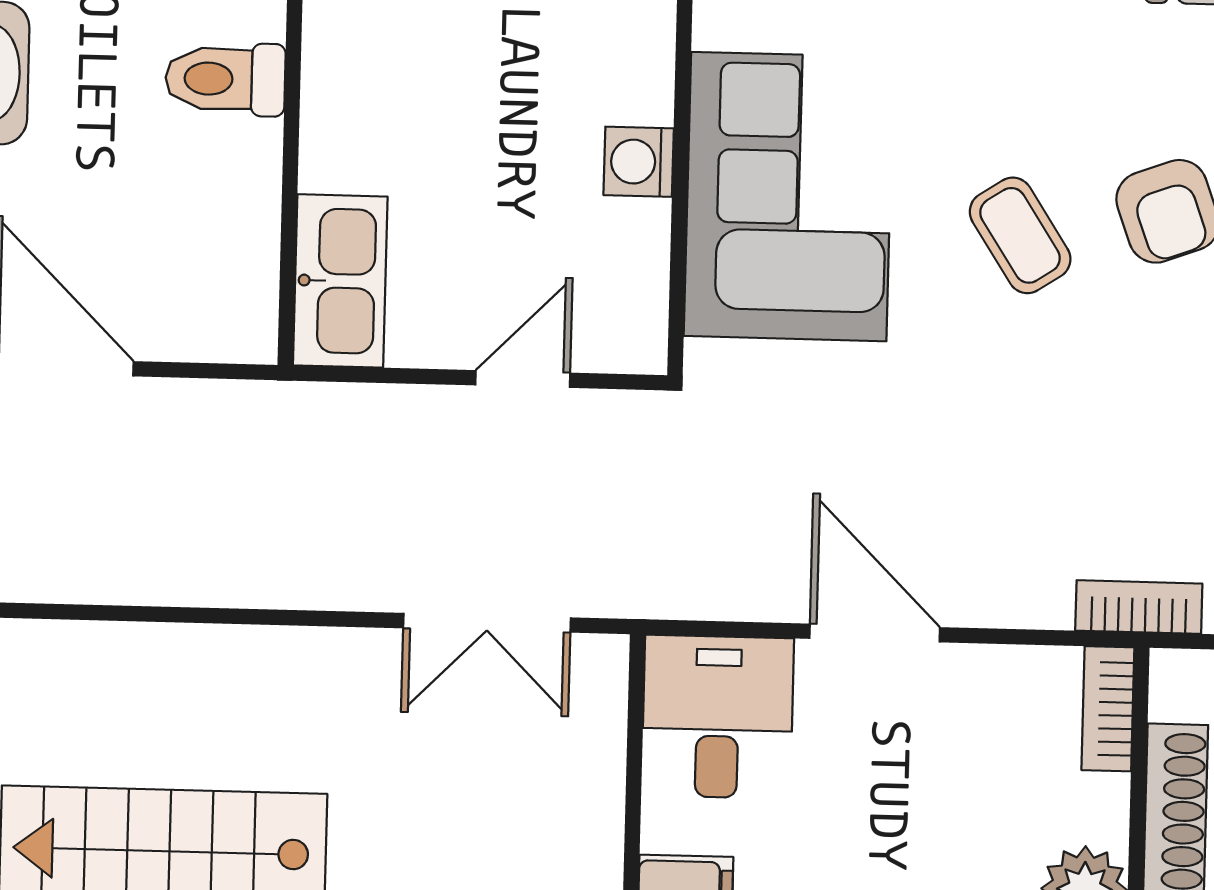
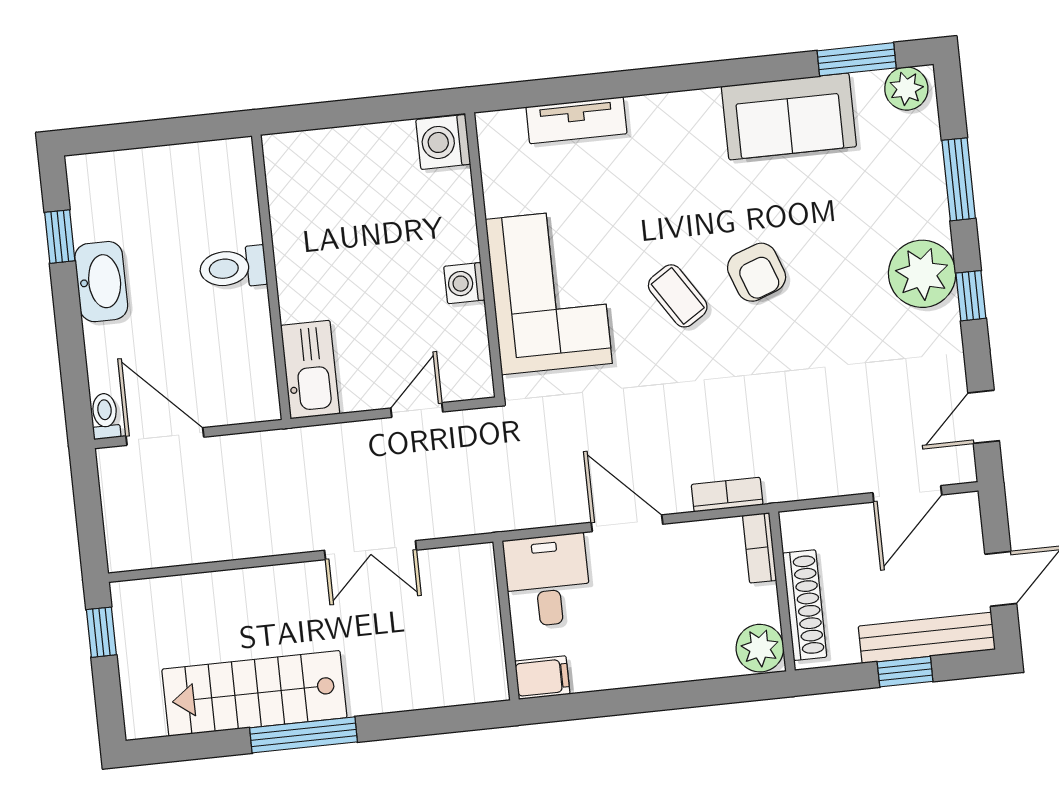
bookcase: (1139, 607) -> (727, 495), moved
double door: (487, 623) -> (370, 550), moved

